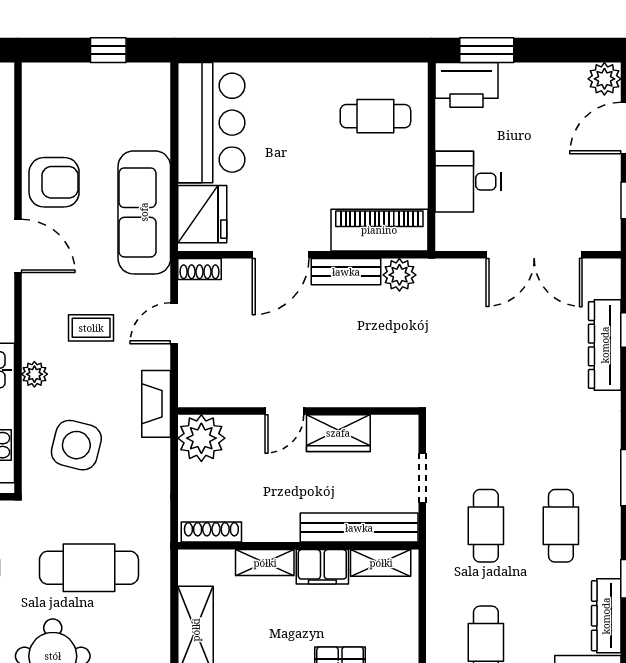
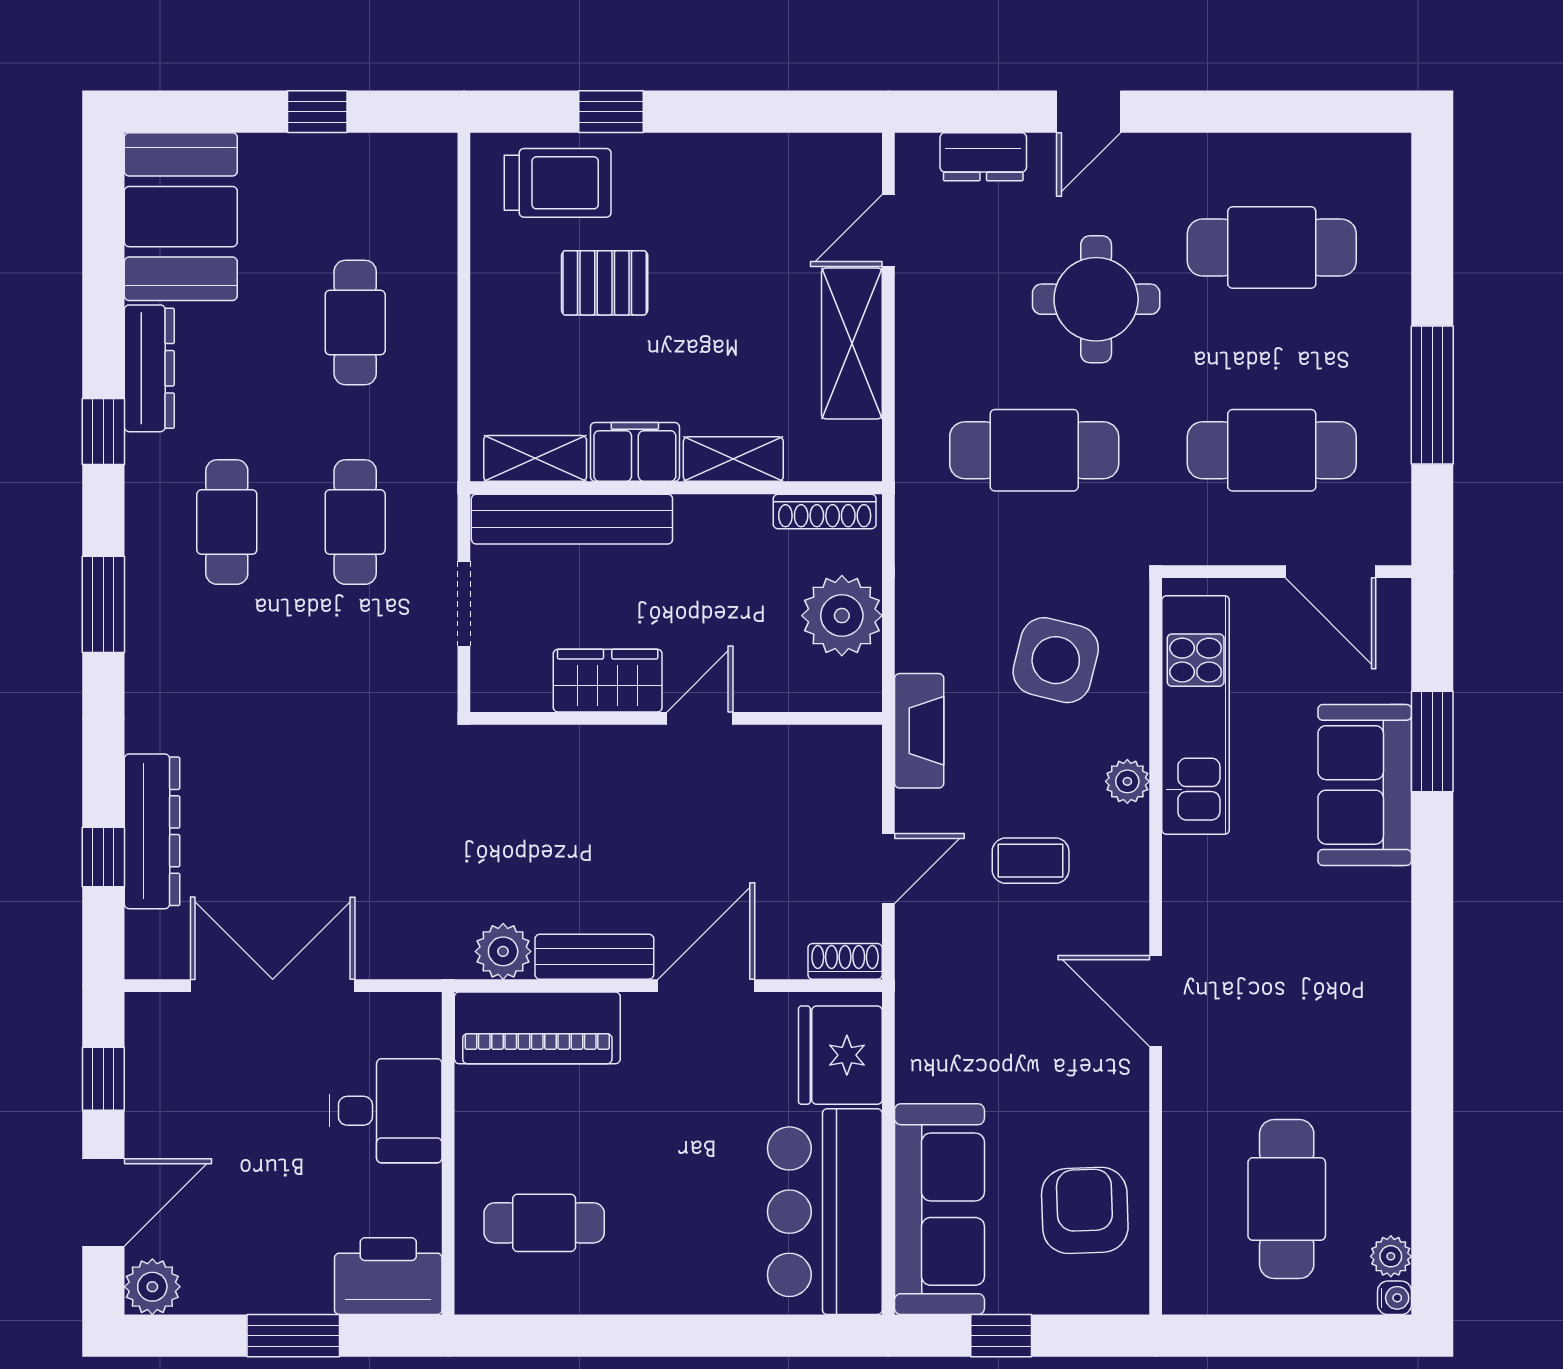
window: (487, 50) -> (293, 1336), moved
armchair: (54, 182) -> (1085, 1210), moved, turned 88
sofa: (144, 212) -> (939, 1209), moved
plant: (201, 438) -> (842, 616), moved

